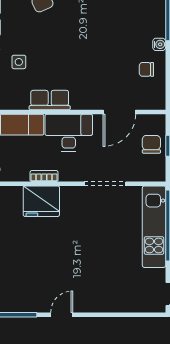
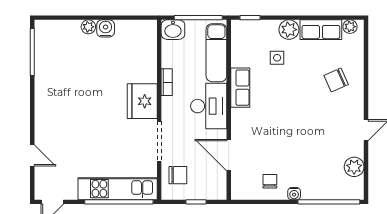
chair: (151, 144) -> (178, 175), moved
fridge: (41, 201) -> (142, 101), moved
door: (62, 315) -> (32, 155), moved

